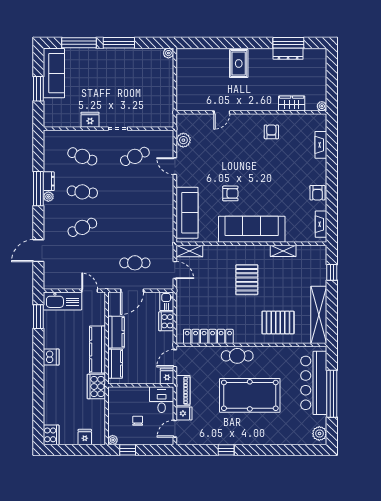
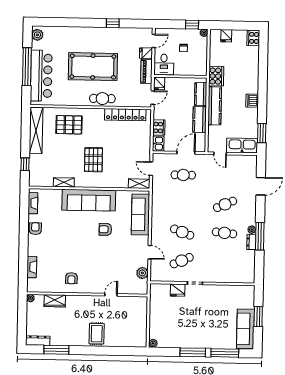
dresser: (288, 54) -> (38, 341), moved
fridge: (90, 120) -> (178, 290), moved
cafe table: (82, 156) -> (182, 232), moved

